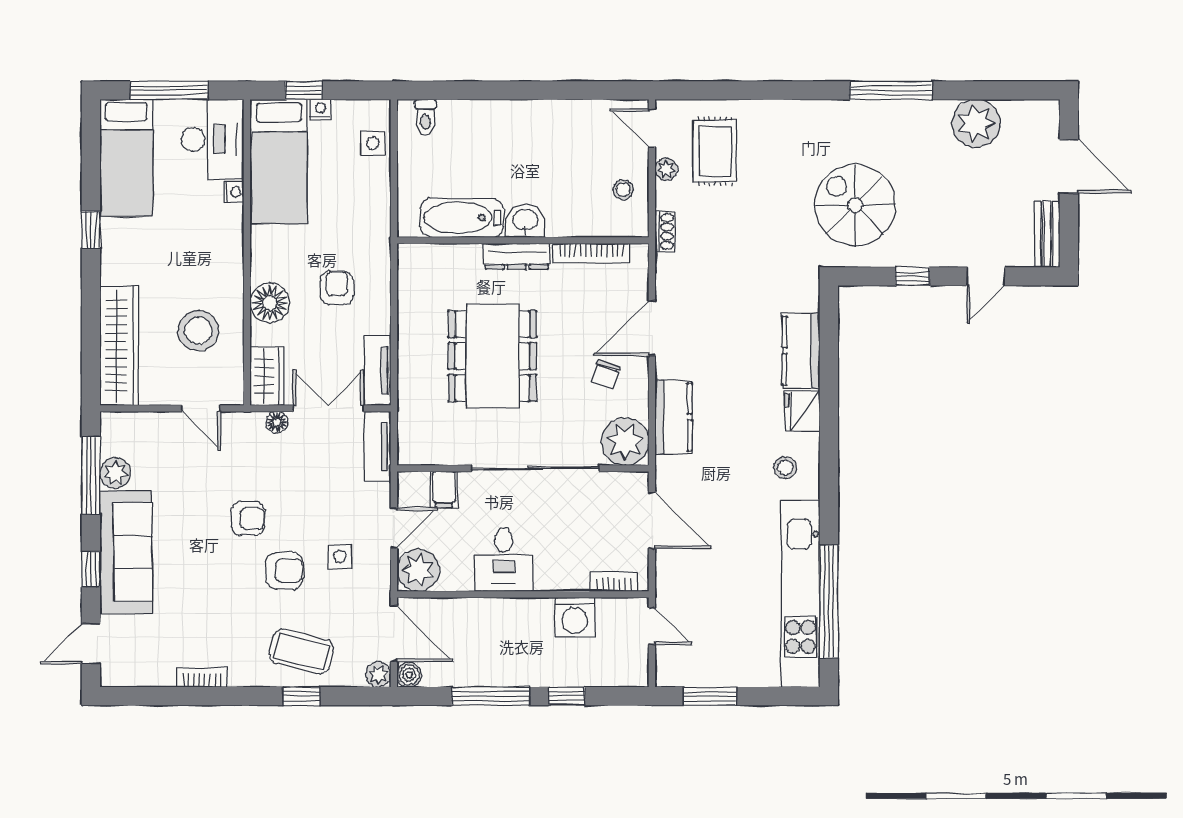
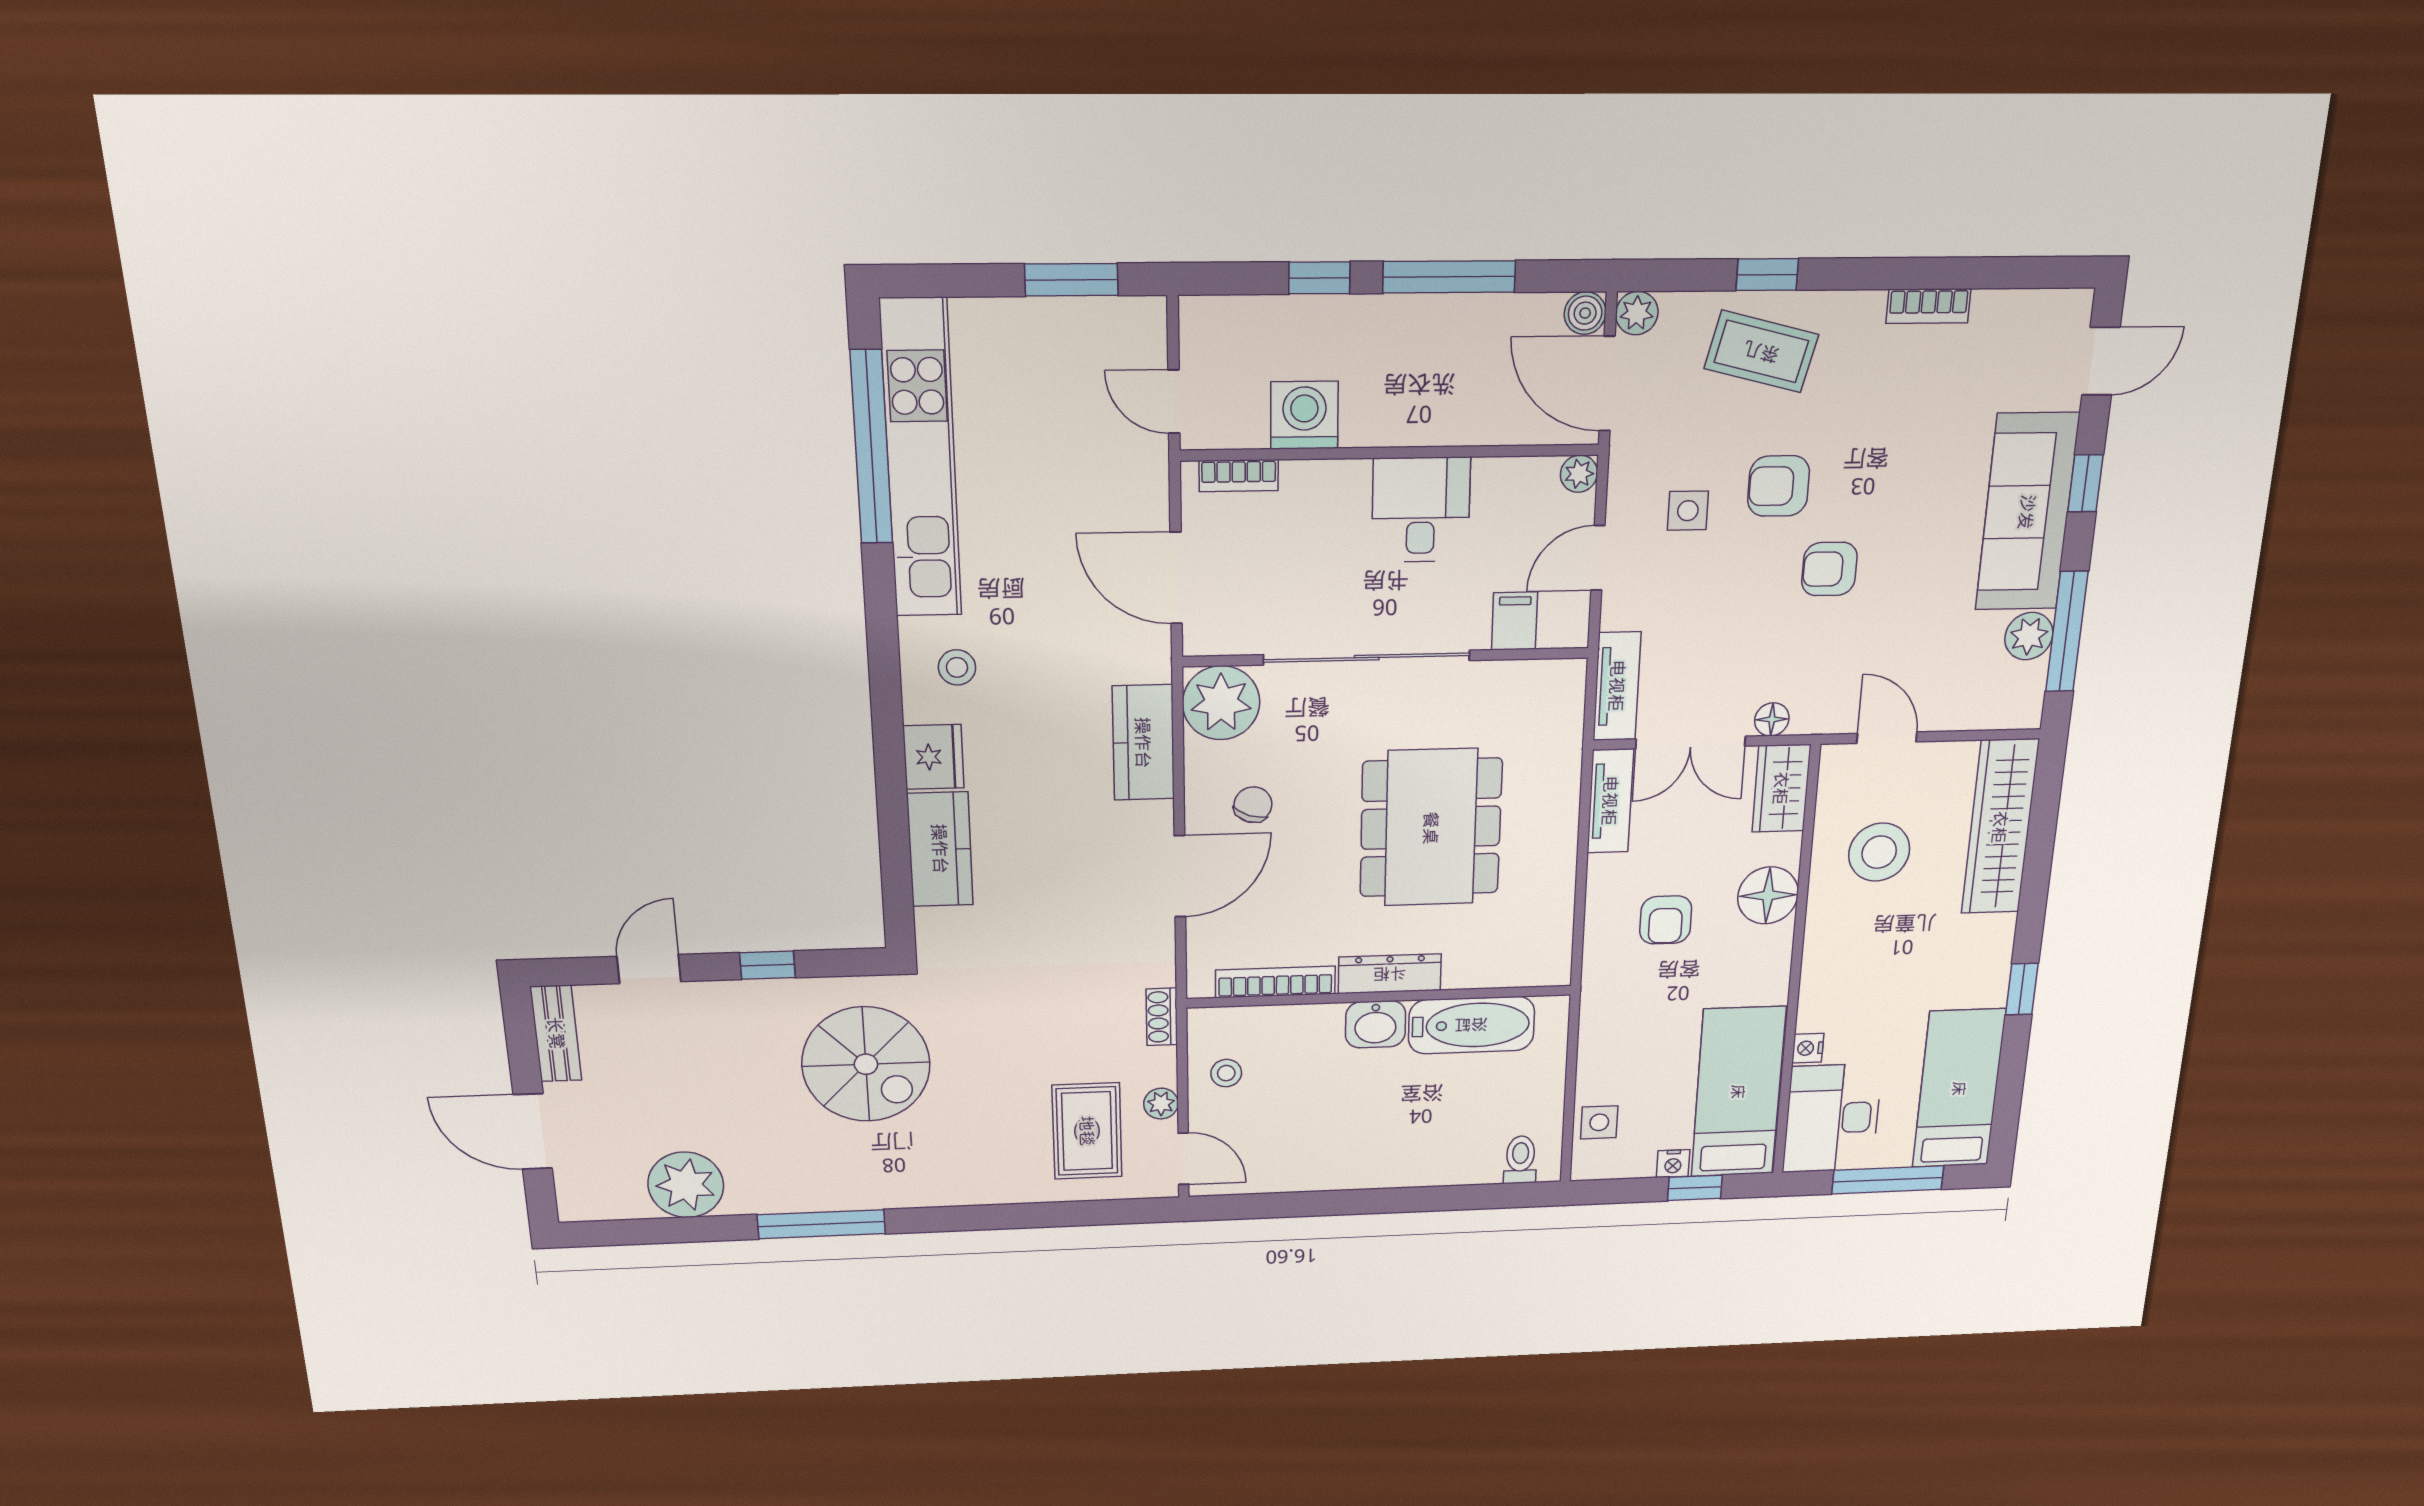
plant: (418, 570) -> (1579, 474), width x0.53, depth x0.53

